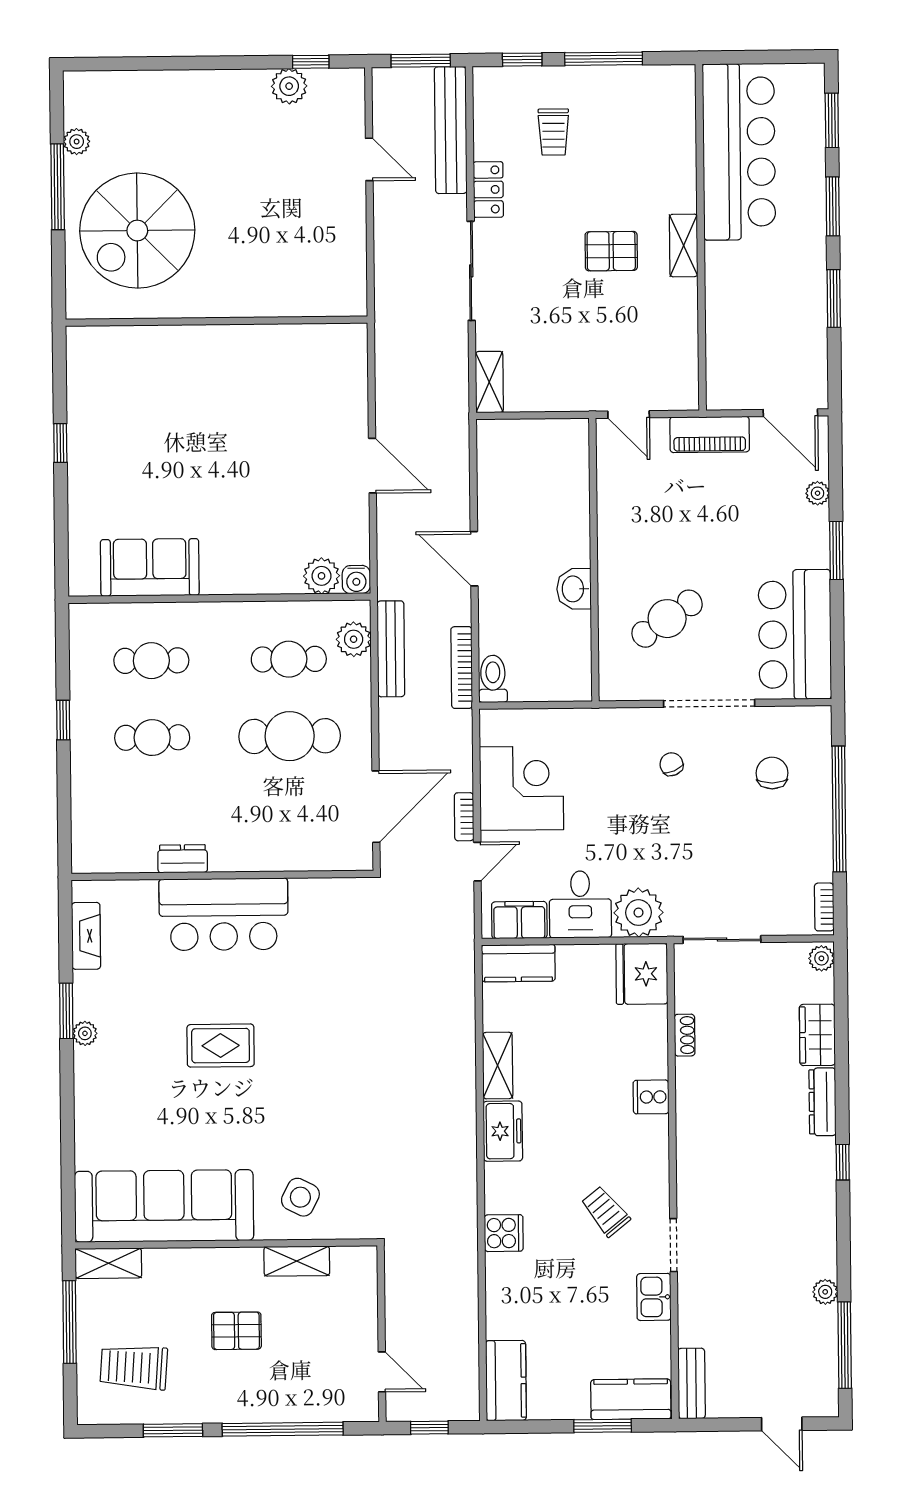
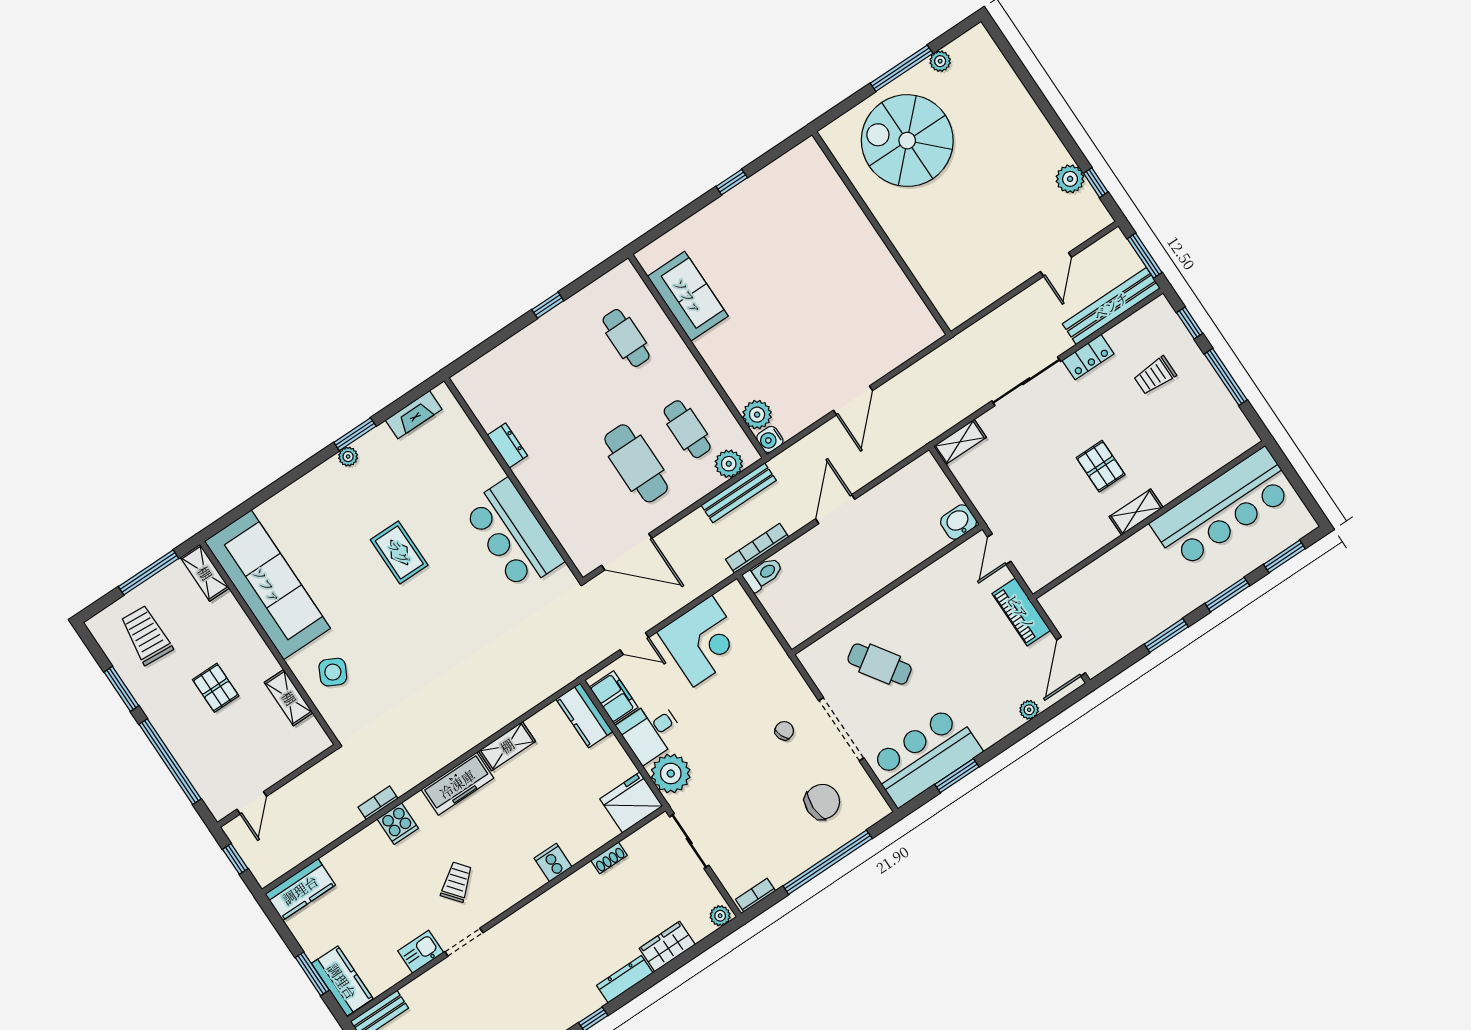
window: (836, 550) -> (957, 776), moved
washbasin: (574, 589) -> (959, 522), moved
cafe table: (152, 738) -> (575, 372), removed
chair: (772, 773) -> (822, 802), width x1.37, depth x1.37
bookcase: (464, 817) -> (378, 803), moved
bar counter: (224, 914) -> (513, 535), moved
freezer: (503, 1131) -> (457, 784), width x1.40

